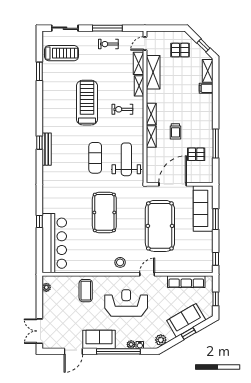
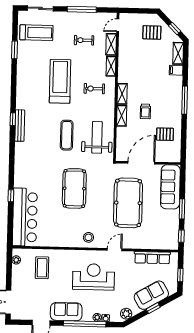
exercise bike: (108, 44) -> (84, 40), moved
shelving: (153, 72) -> (125, 53), removed
window: (216, 143) -> (185, 100), moved
window: (216, 219) -> (182, 209), moved
coffee table: (86, 291) -> (42, 268), moved

